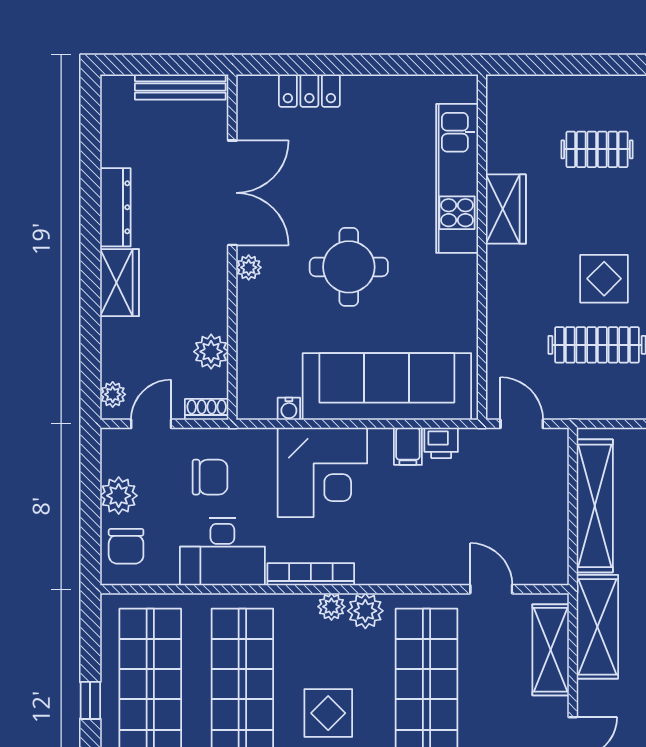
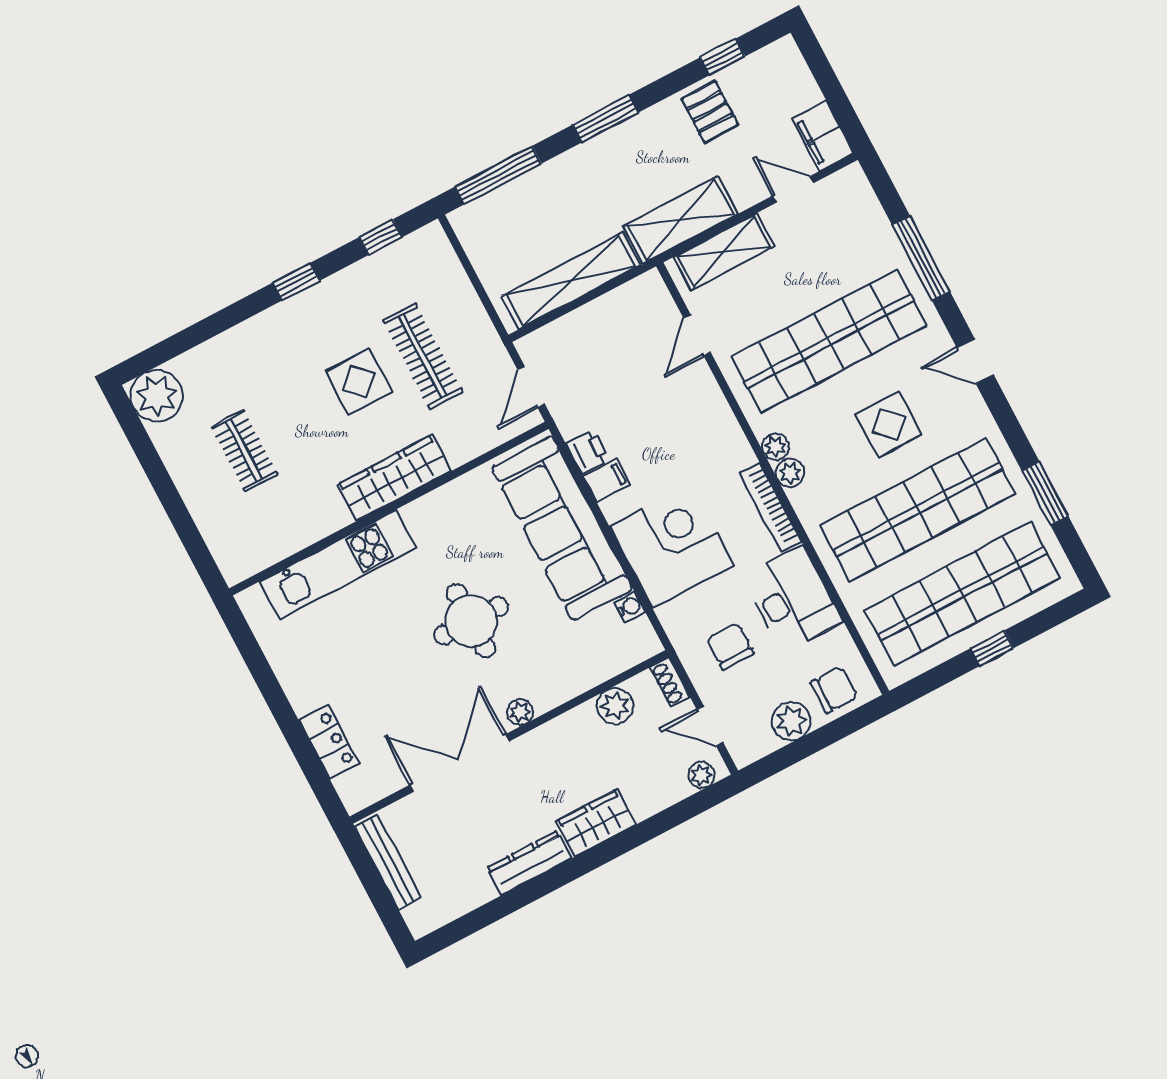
wardrobe: (506, 209) -> (394, 478), moved, width x1.50
plant: (365, 611) -> (775, 447), width x0.73, depth x0.73

